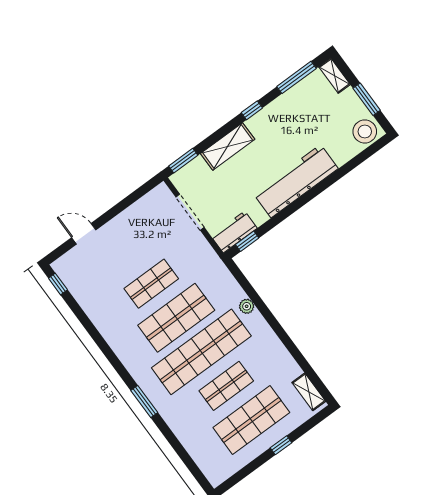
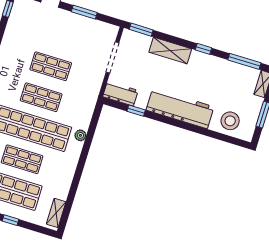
stool: (365, 131) -> (230, 121), moved
window: (121, 207) -> (84, 12), added
window: (247, 241) -> (136, 111), moved
shop shelf: (176, 318) -> (41, 97), width x0.70, depth x0.74

